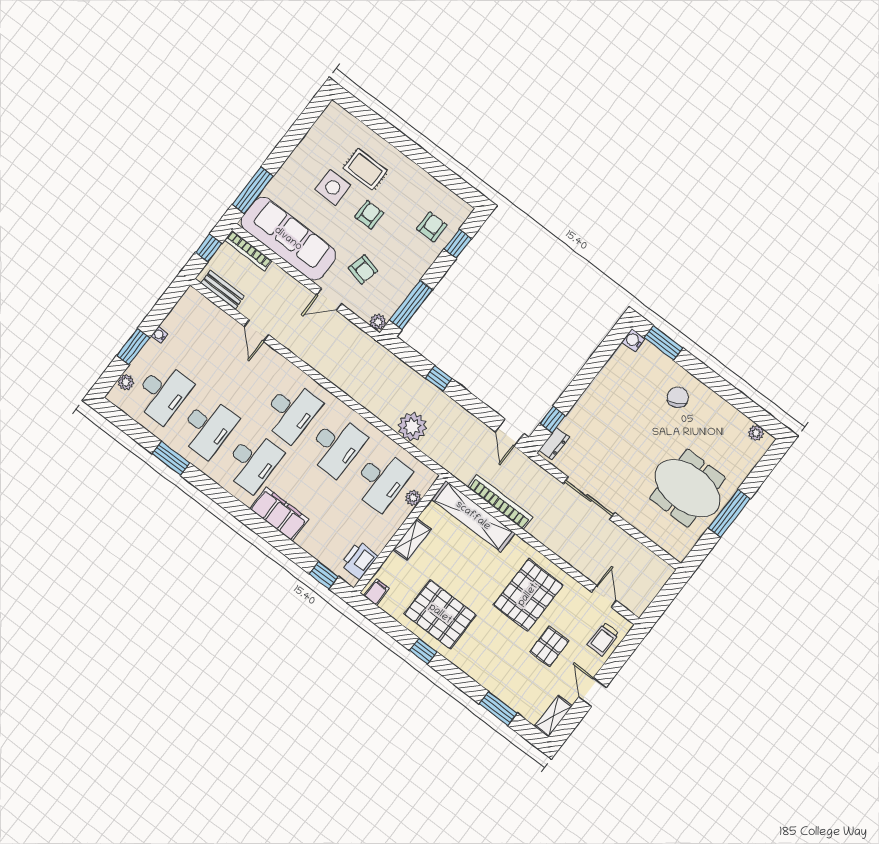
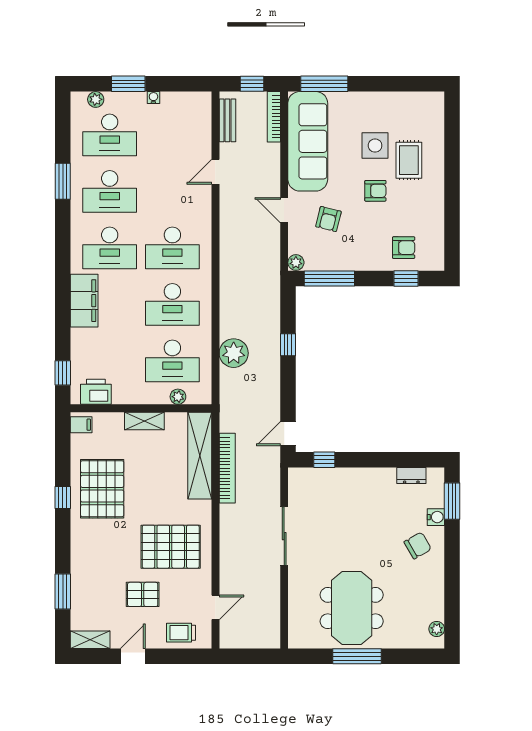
water cooler: (634, 340) -> (436, 517), moved, turned 90
dresser: (554, 444) -> (411, 476), moved

